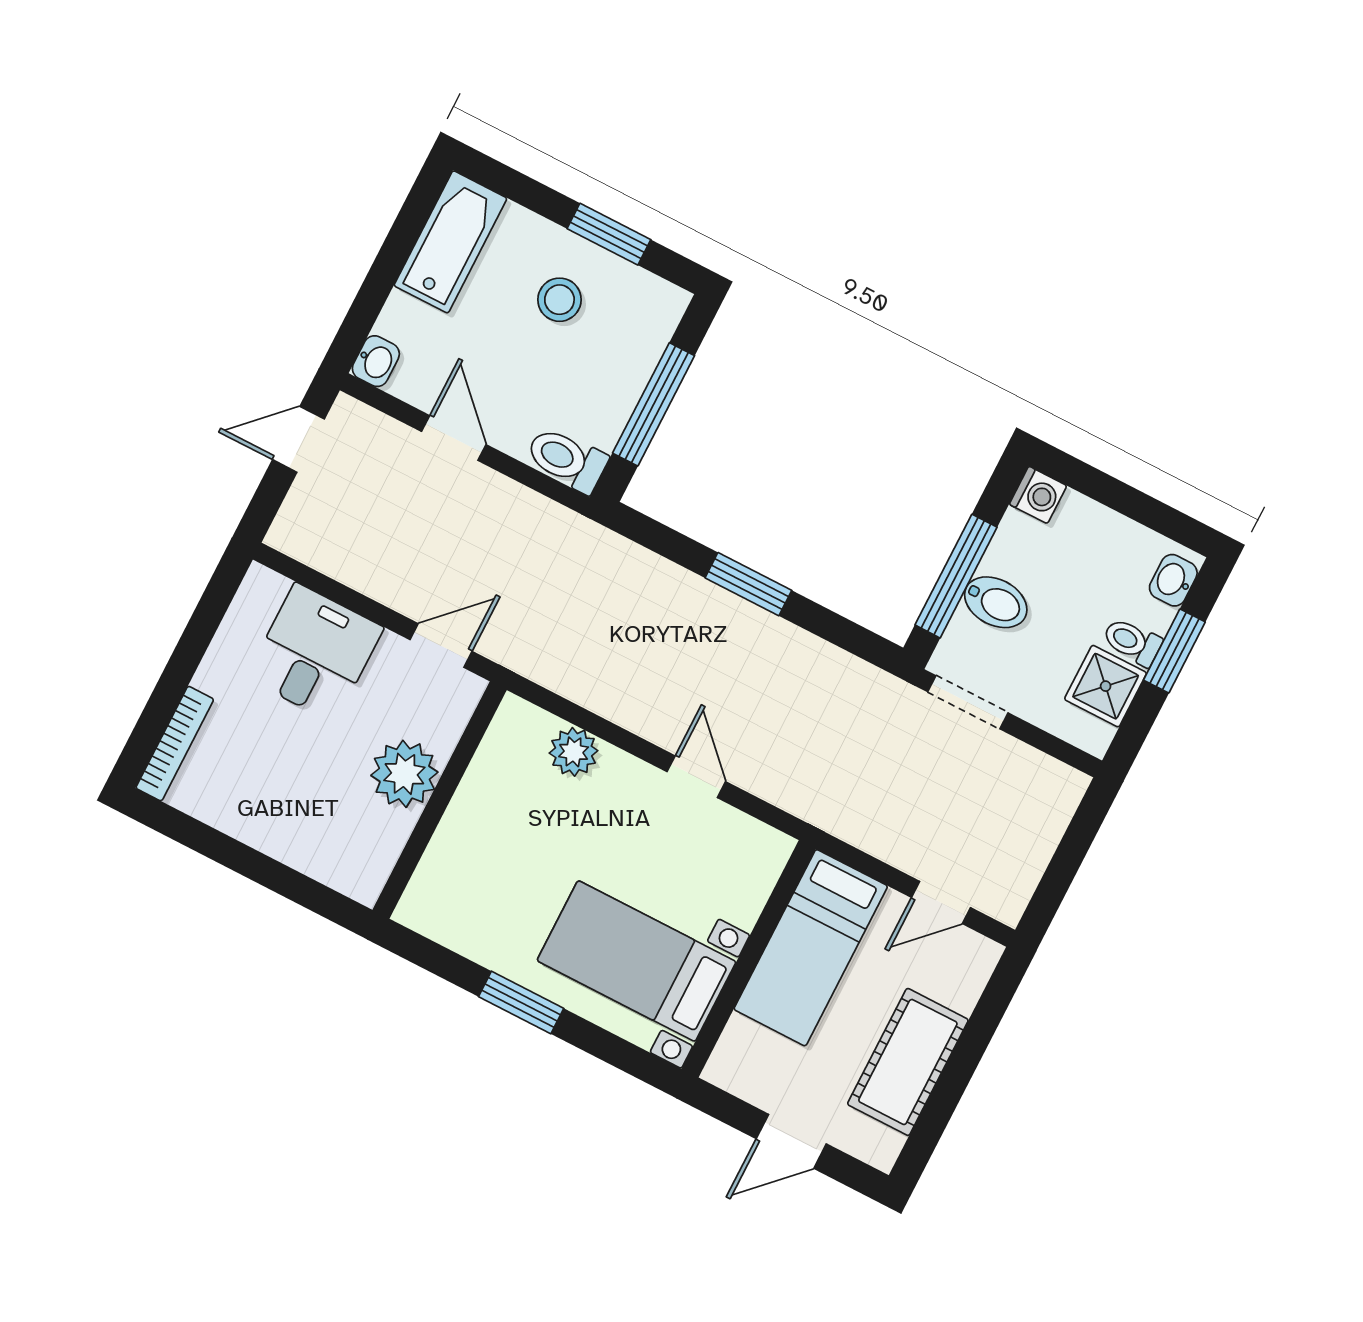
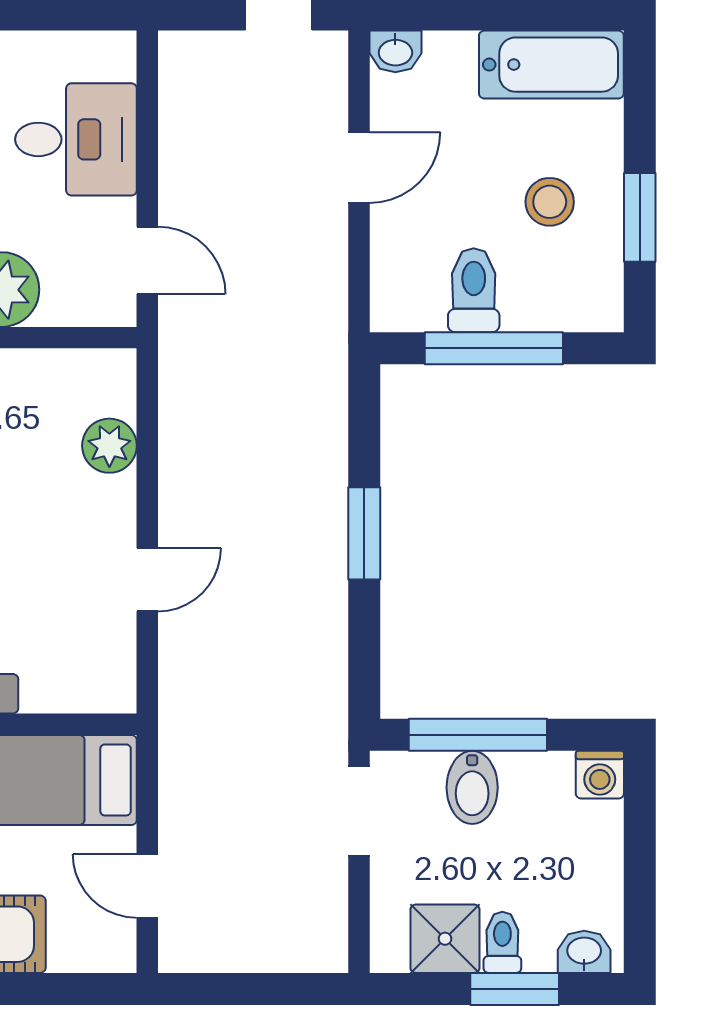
toilet: (567, 459) -> (474, 290), moved

